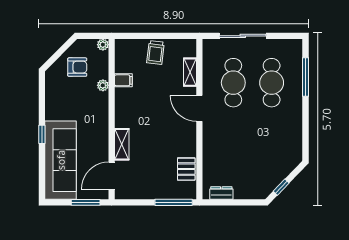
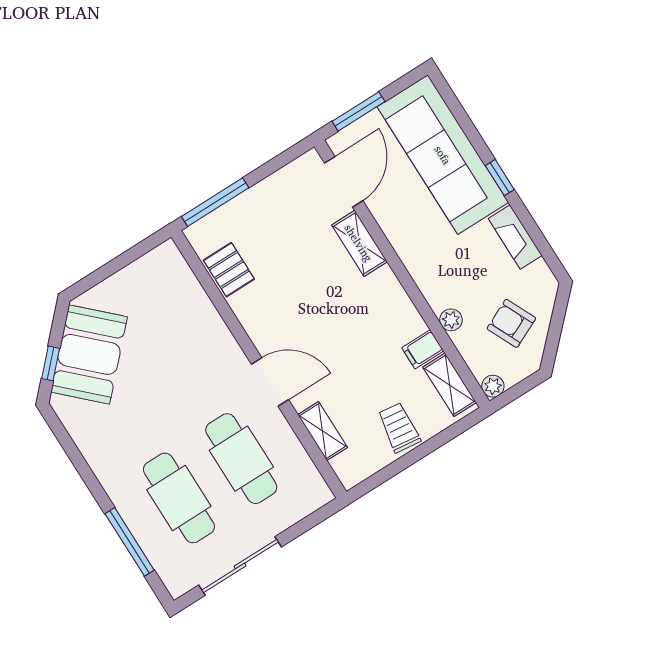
sliding door: (243, 36) -> (240, 566), moved
shelving: (121, 57) -> (450, 385), added
armchair: (77, 67) -> (511, 323), turned 65
fireplace: (52, 104) -> (515, 237), added
booth: (271, 171) -> (89, 354), added
window: (281, 187) -> (51, 363), moved
dresser: (221, 193) -> (147, 267), removed

